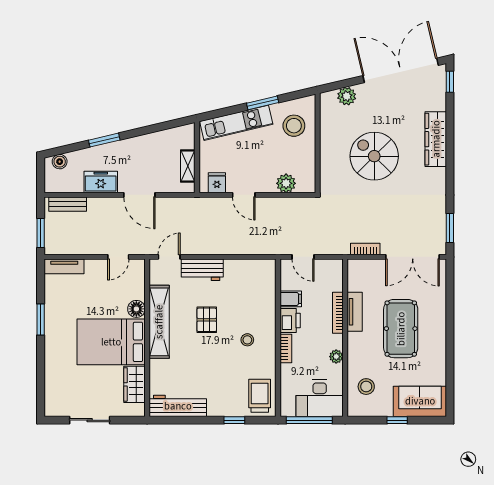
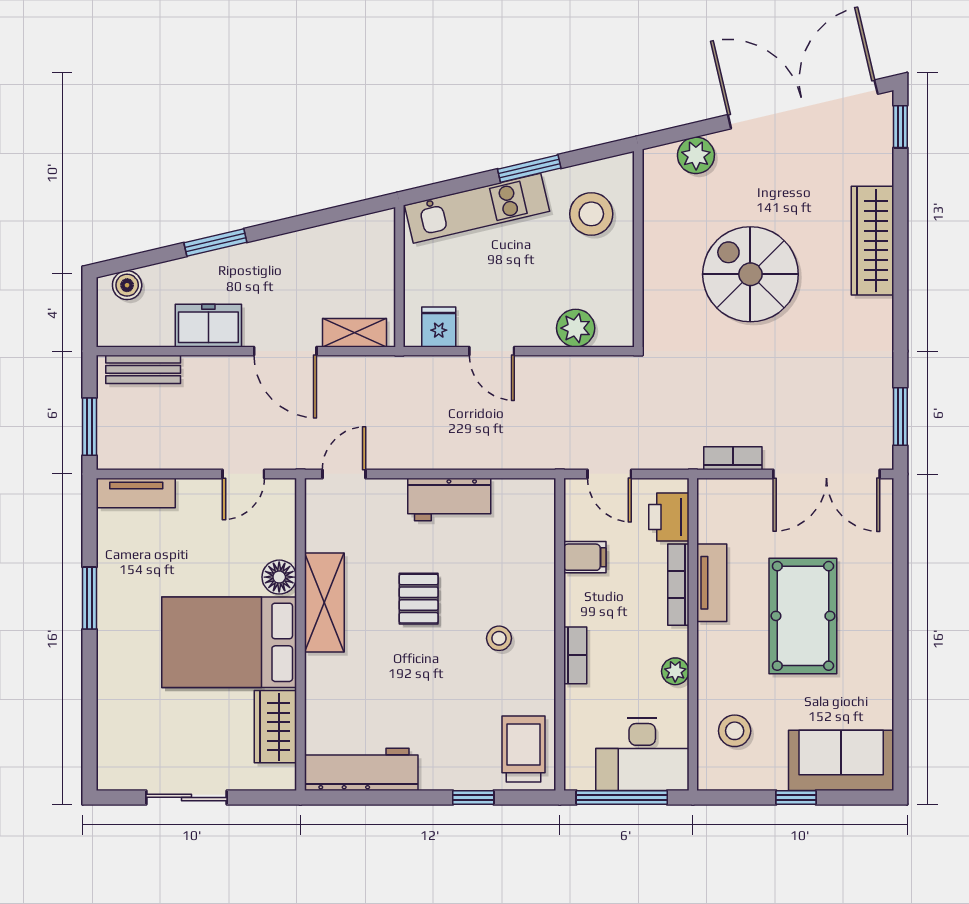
shelving: (188, 166) -> (354, 333), moved, turned 90
workbench: (202, 270) -> (449, 499), moved
printer: (290, 320) -> (669, 517), moved, turned 180
shelving: (159, 322) -> (324, 603), width x0.68

